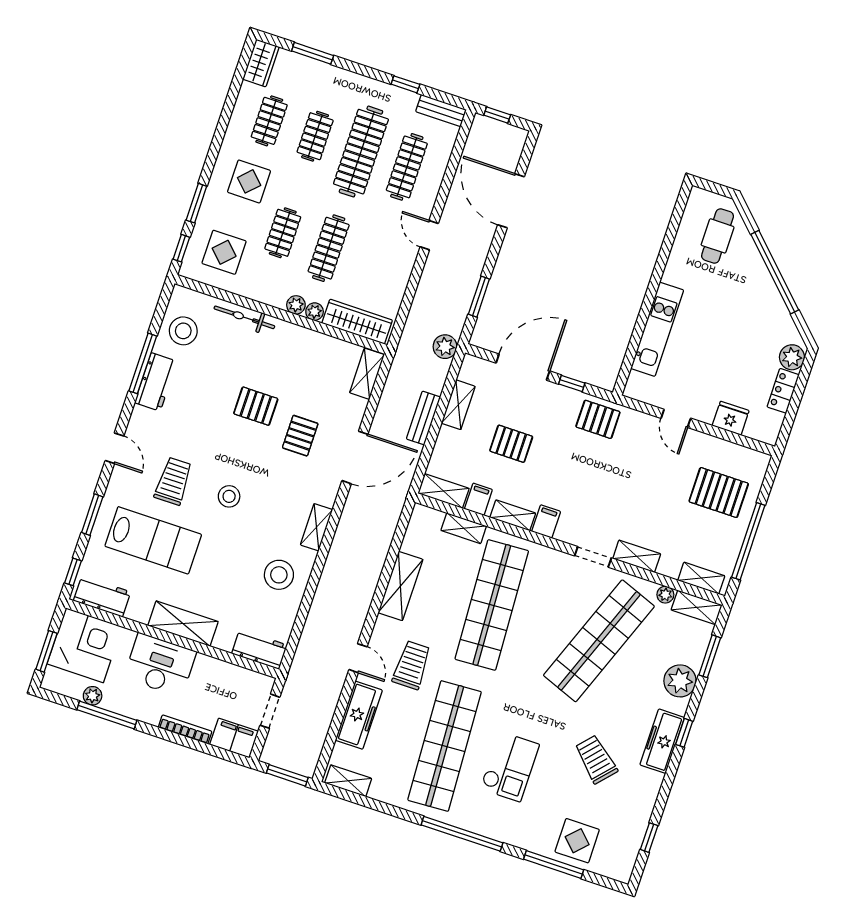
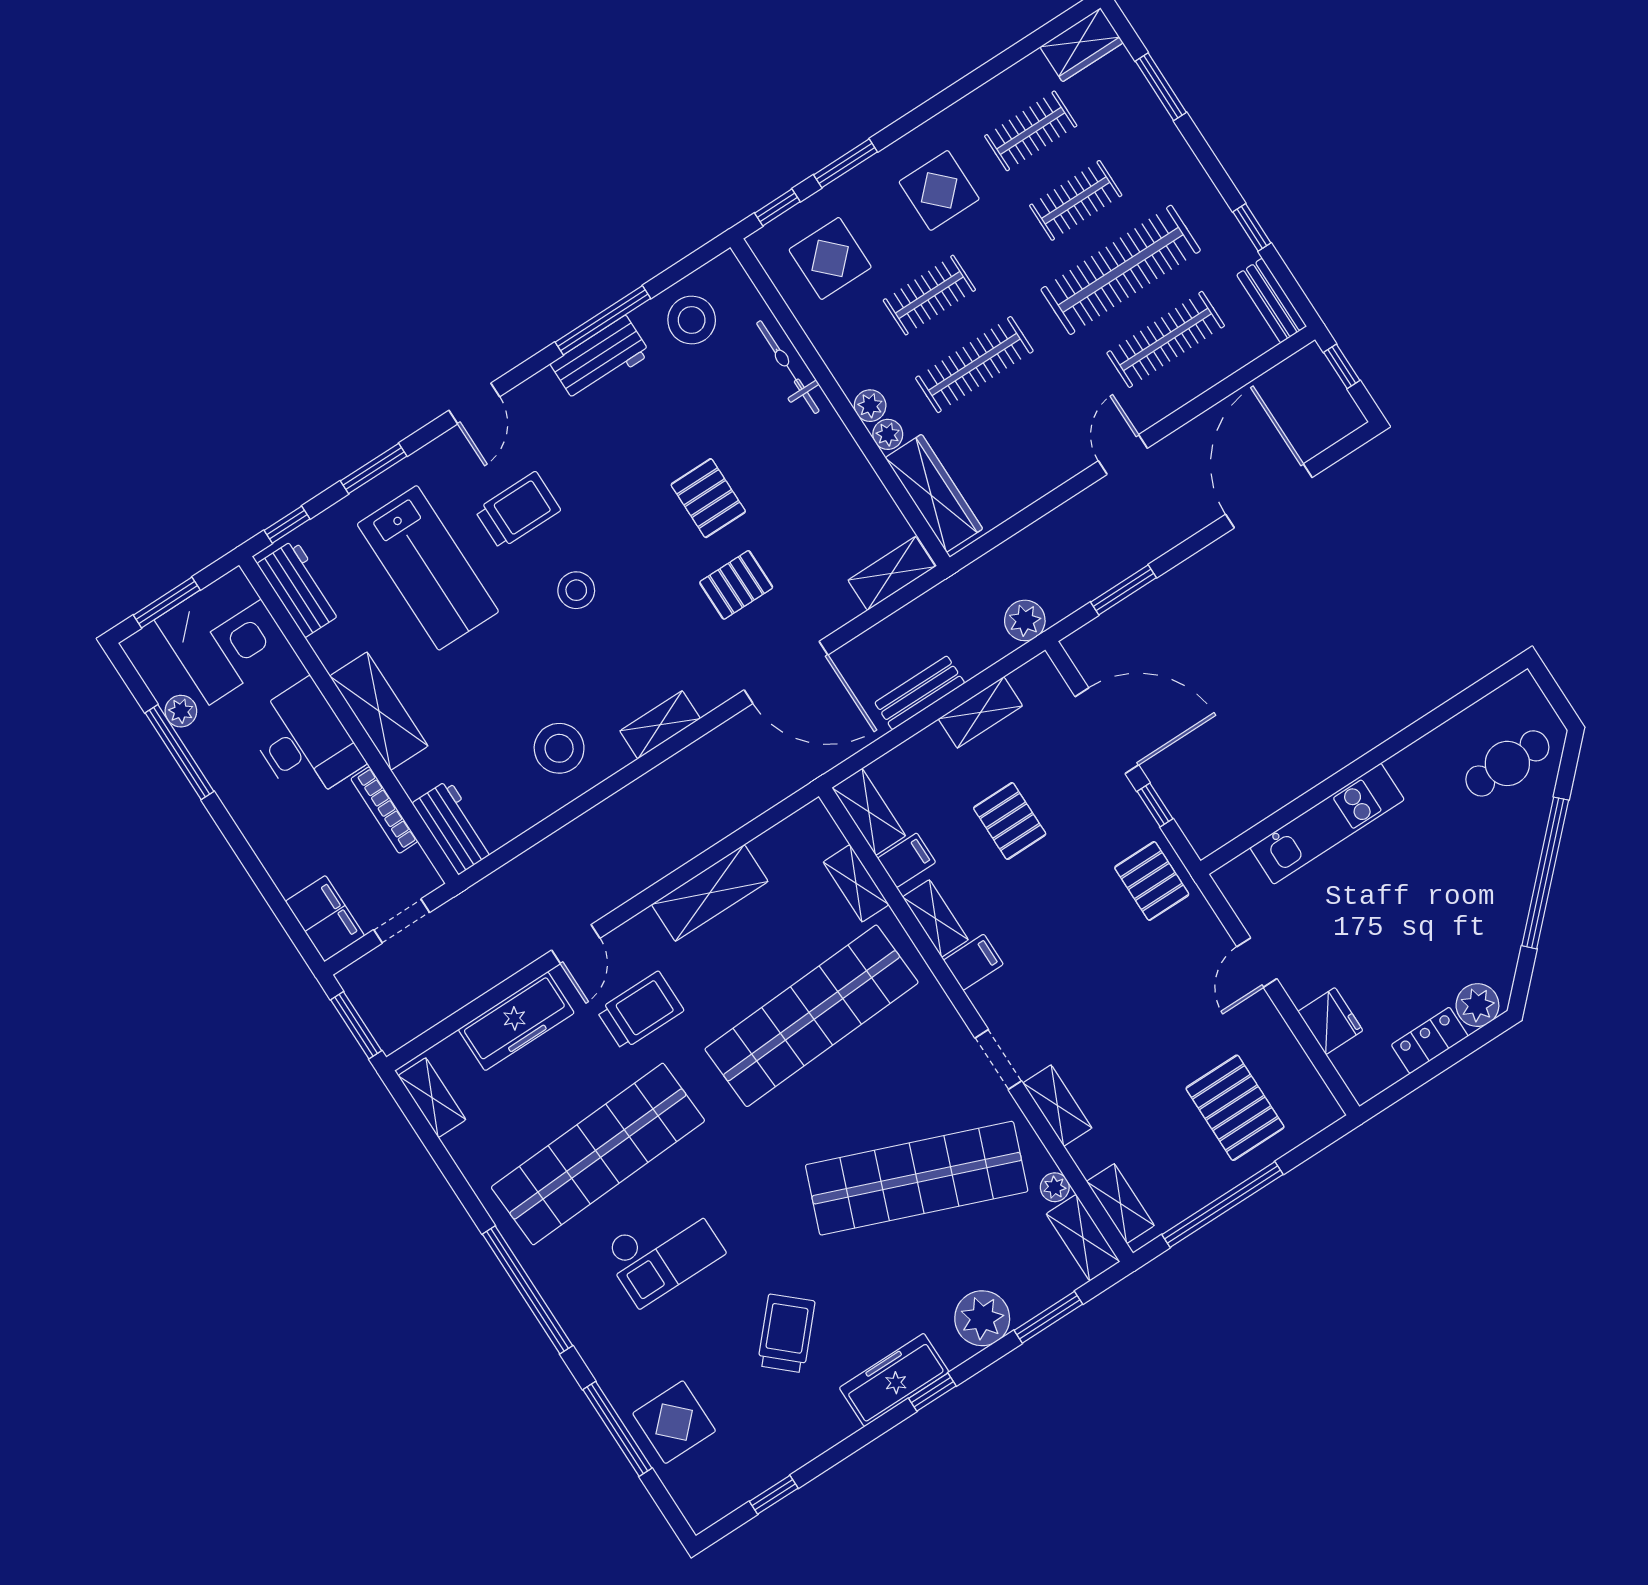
bookcase: (185, 729) -> (384, 810), moved, turned 180

